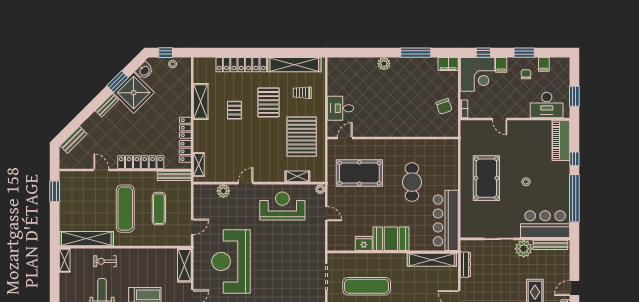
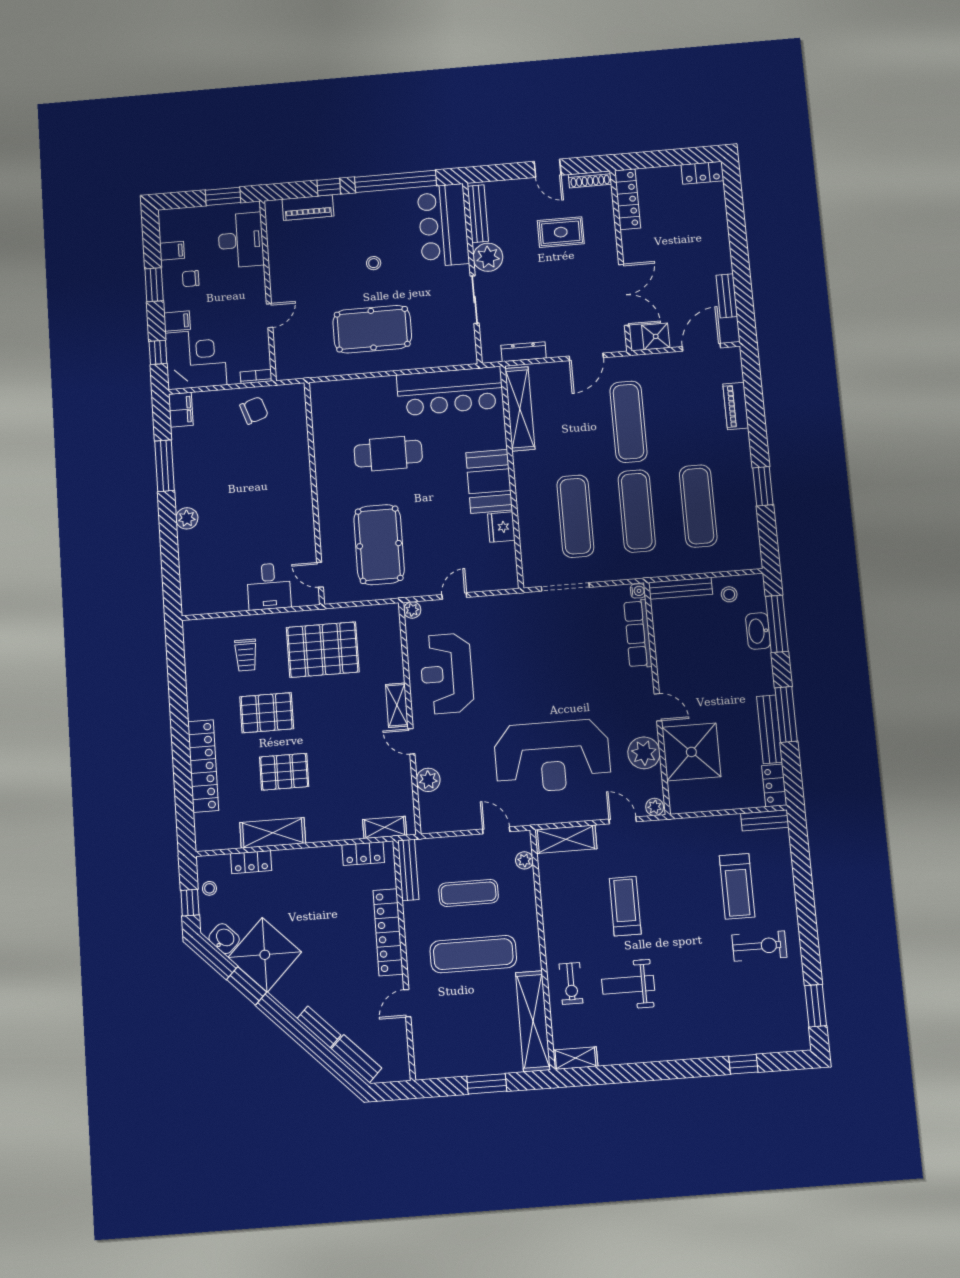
shelving: (294, 65) -> (198, 673), removed
bench: (107, 105) -> (319, 1027), moved
pallet: (234, 110) -> (284, 772), width x1.50, depth x1.42
locker: (185, 128) -> (251, 862), moved
piano: (561, 140) -> (308, 208), width x0.73, depth x0.75
shelving: (297, 176) -> (397, 705), moved
window: (55, 191) -> (487, 1084), moved
plant: (174, 241) -> (524, 860), added

